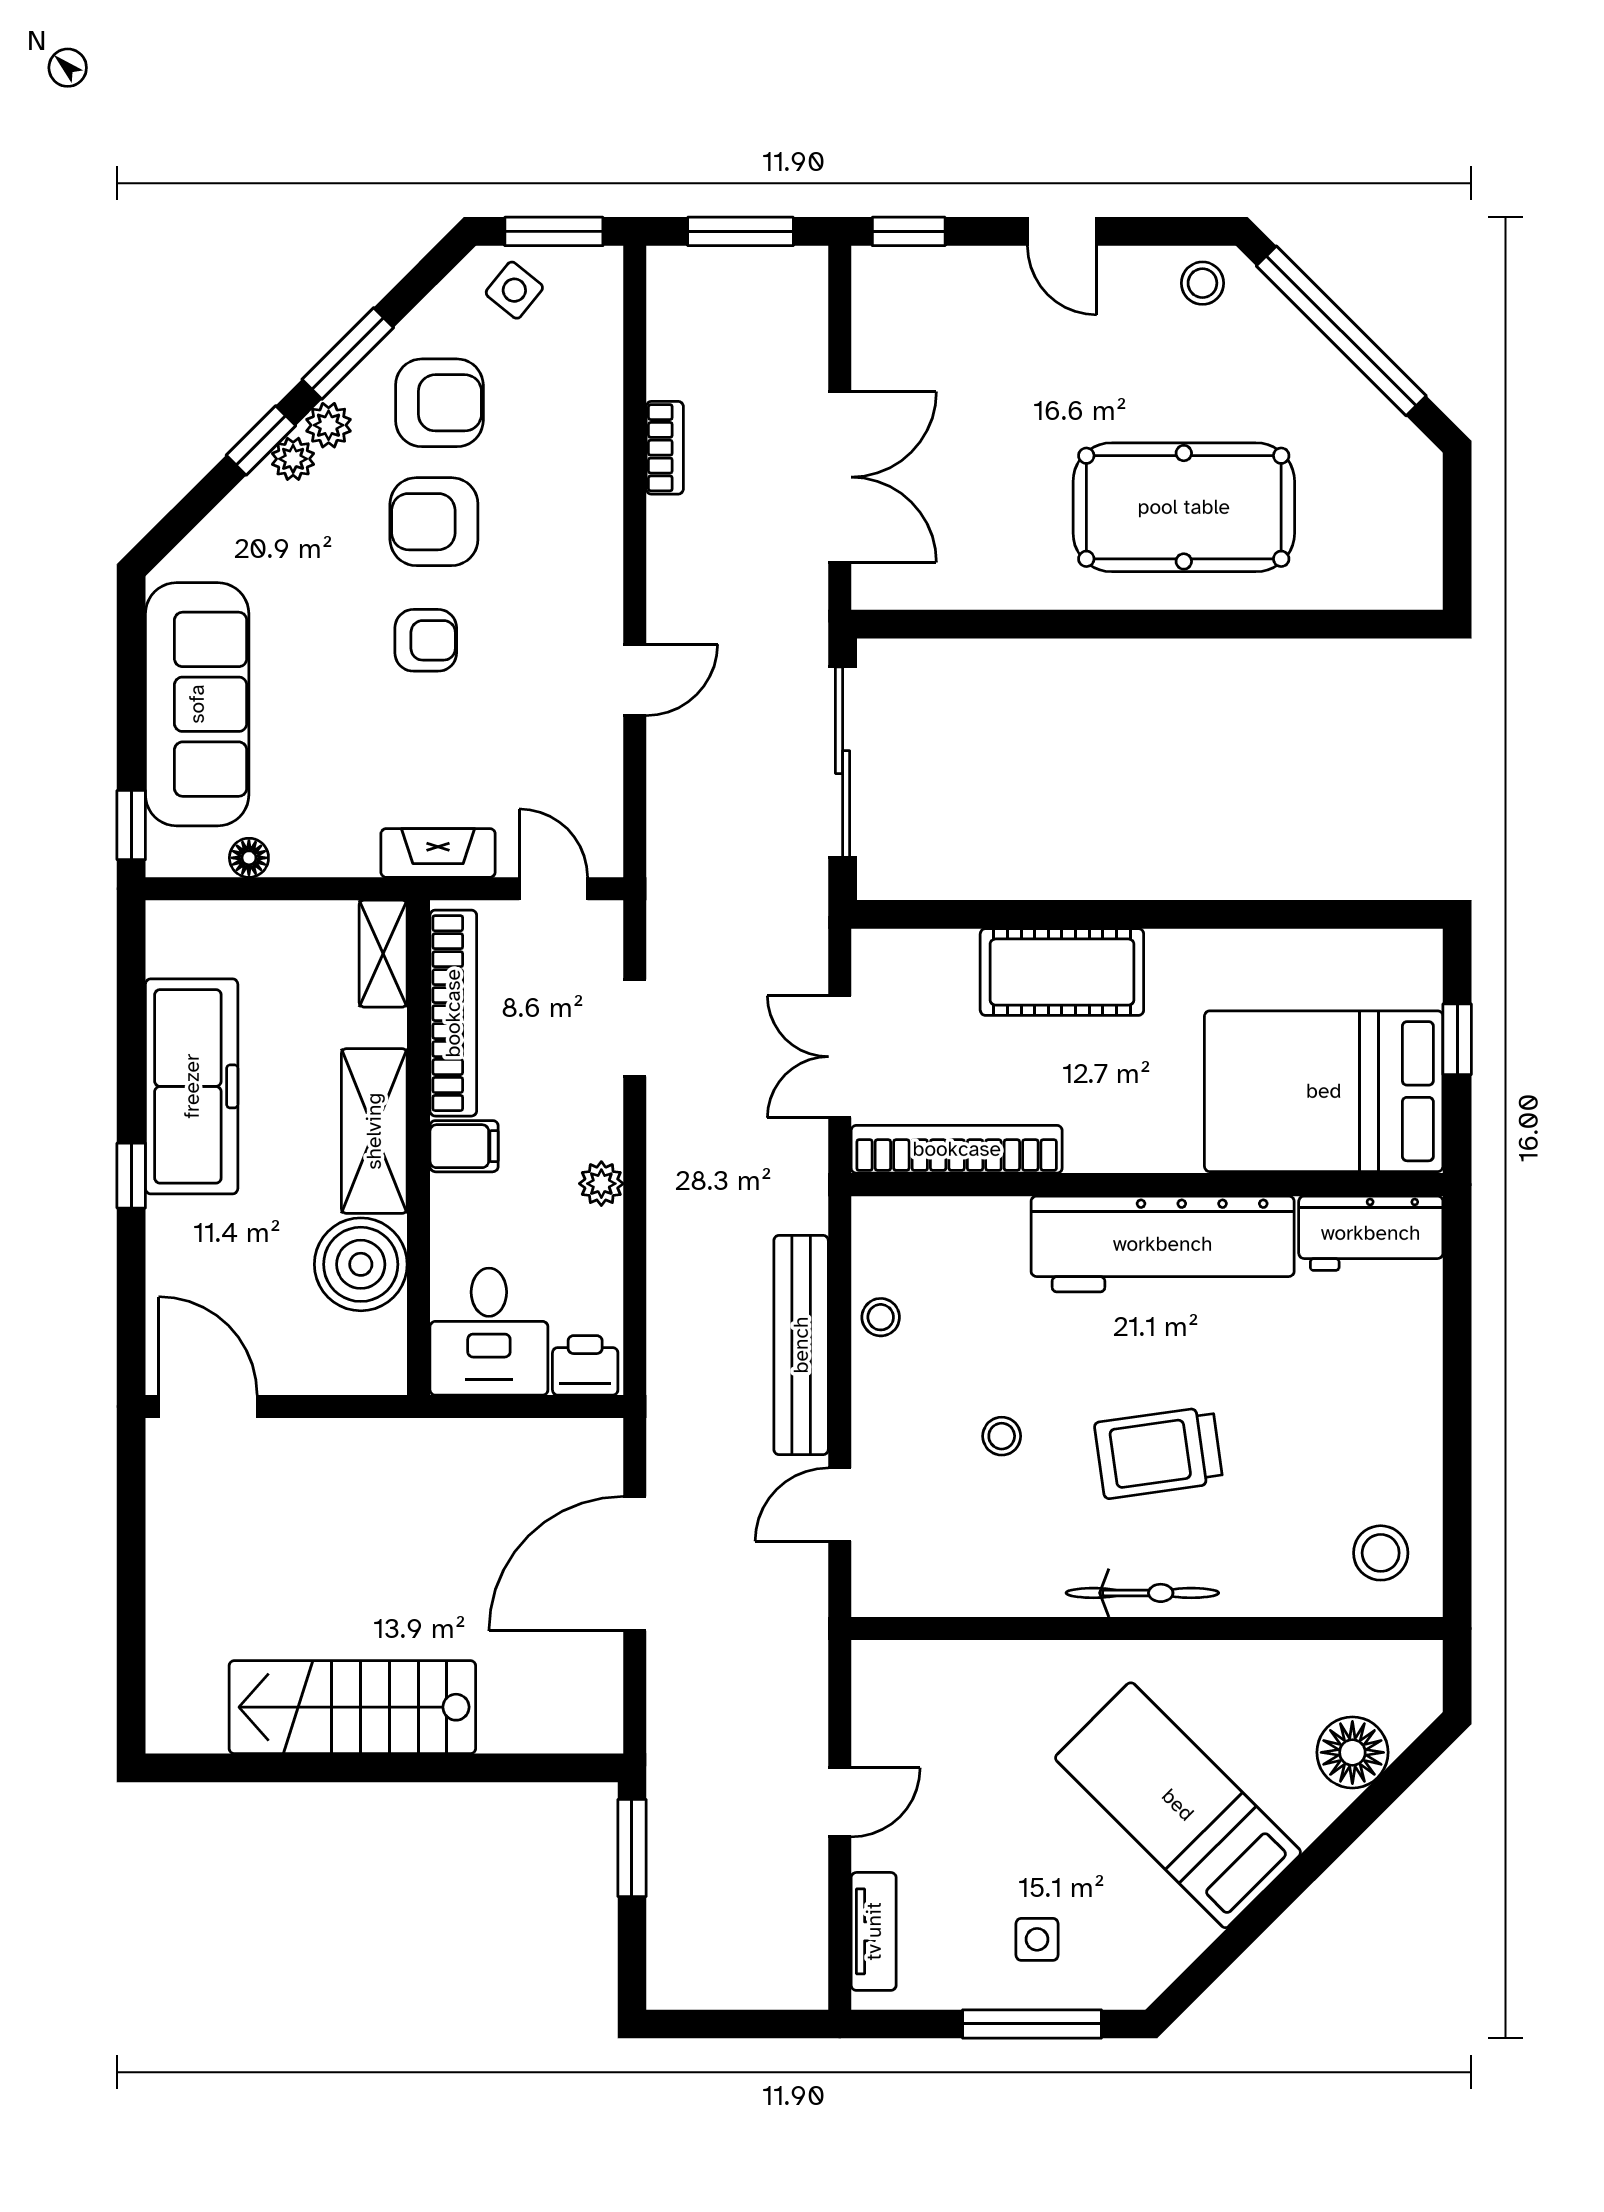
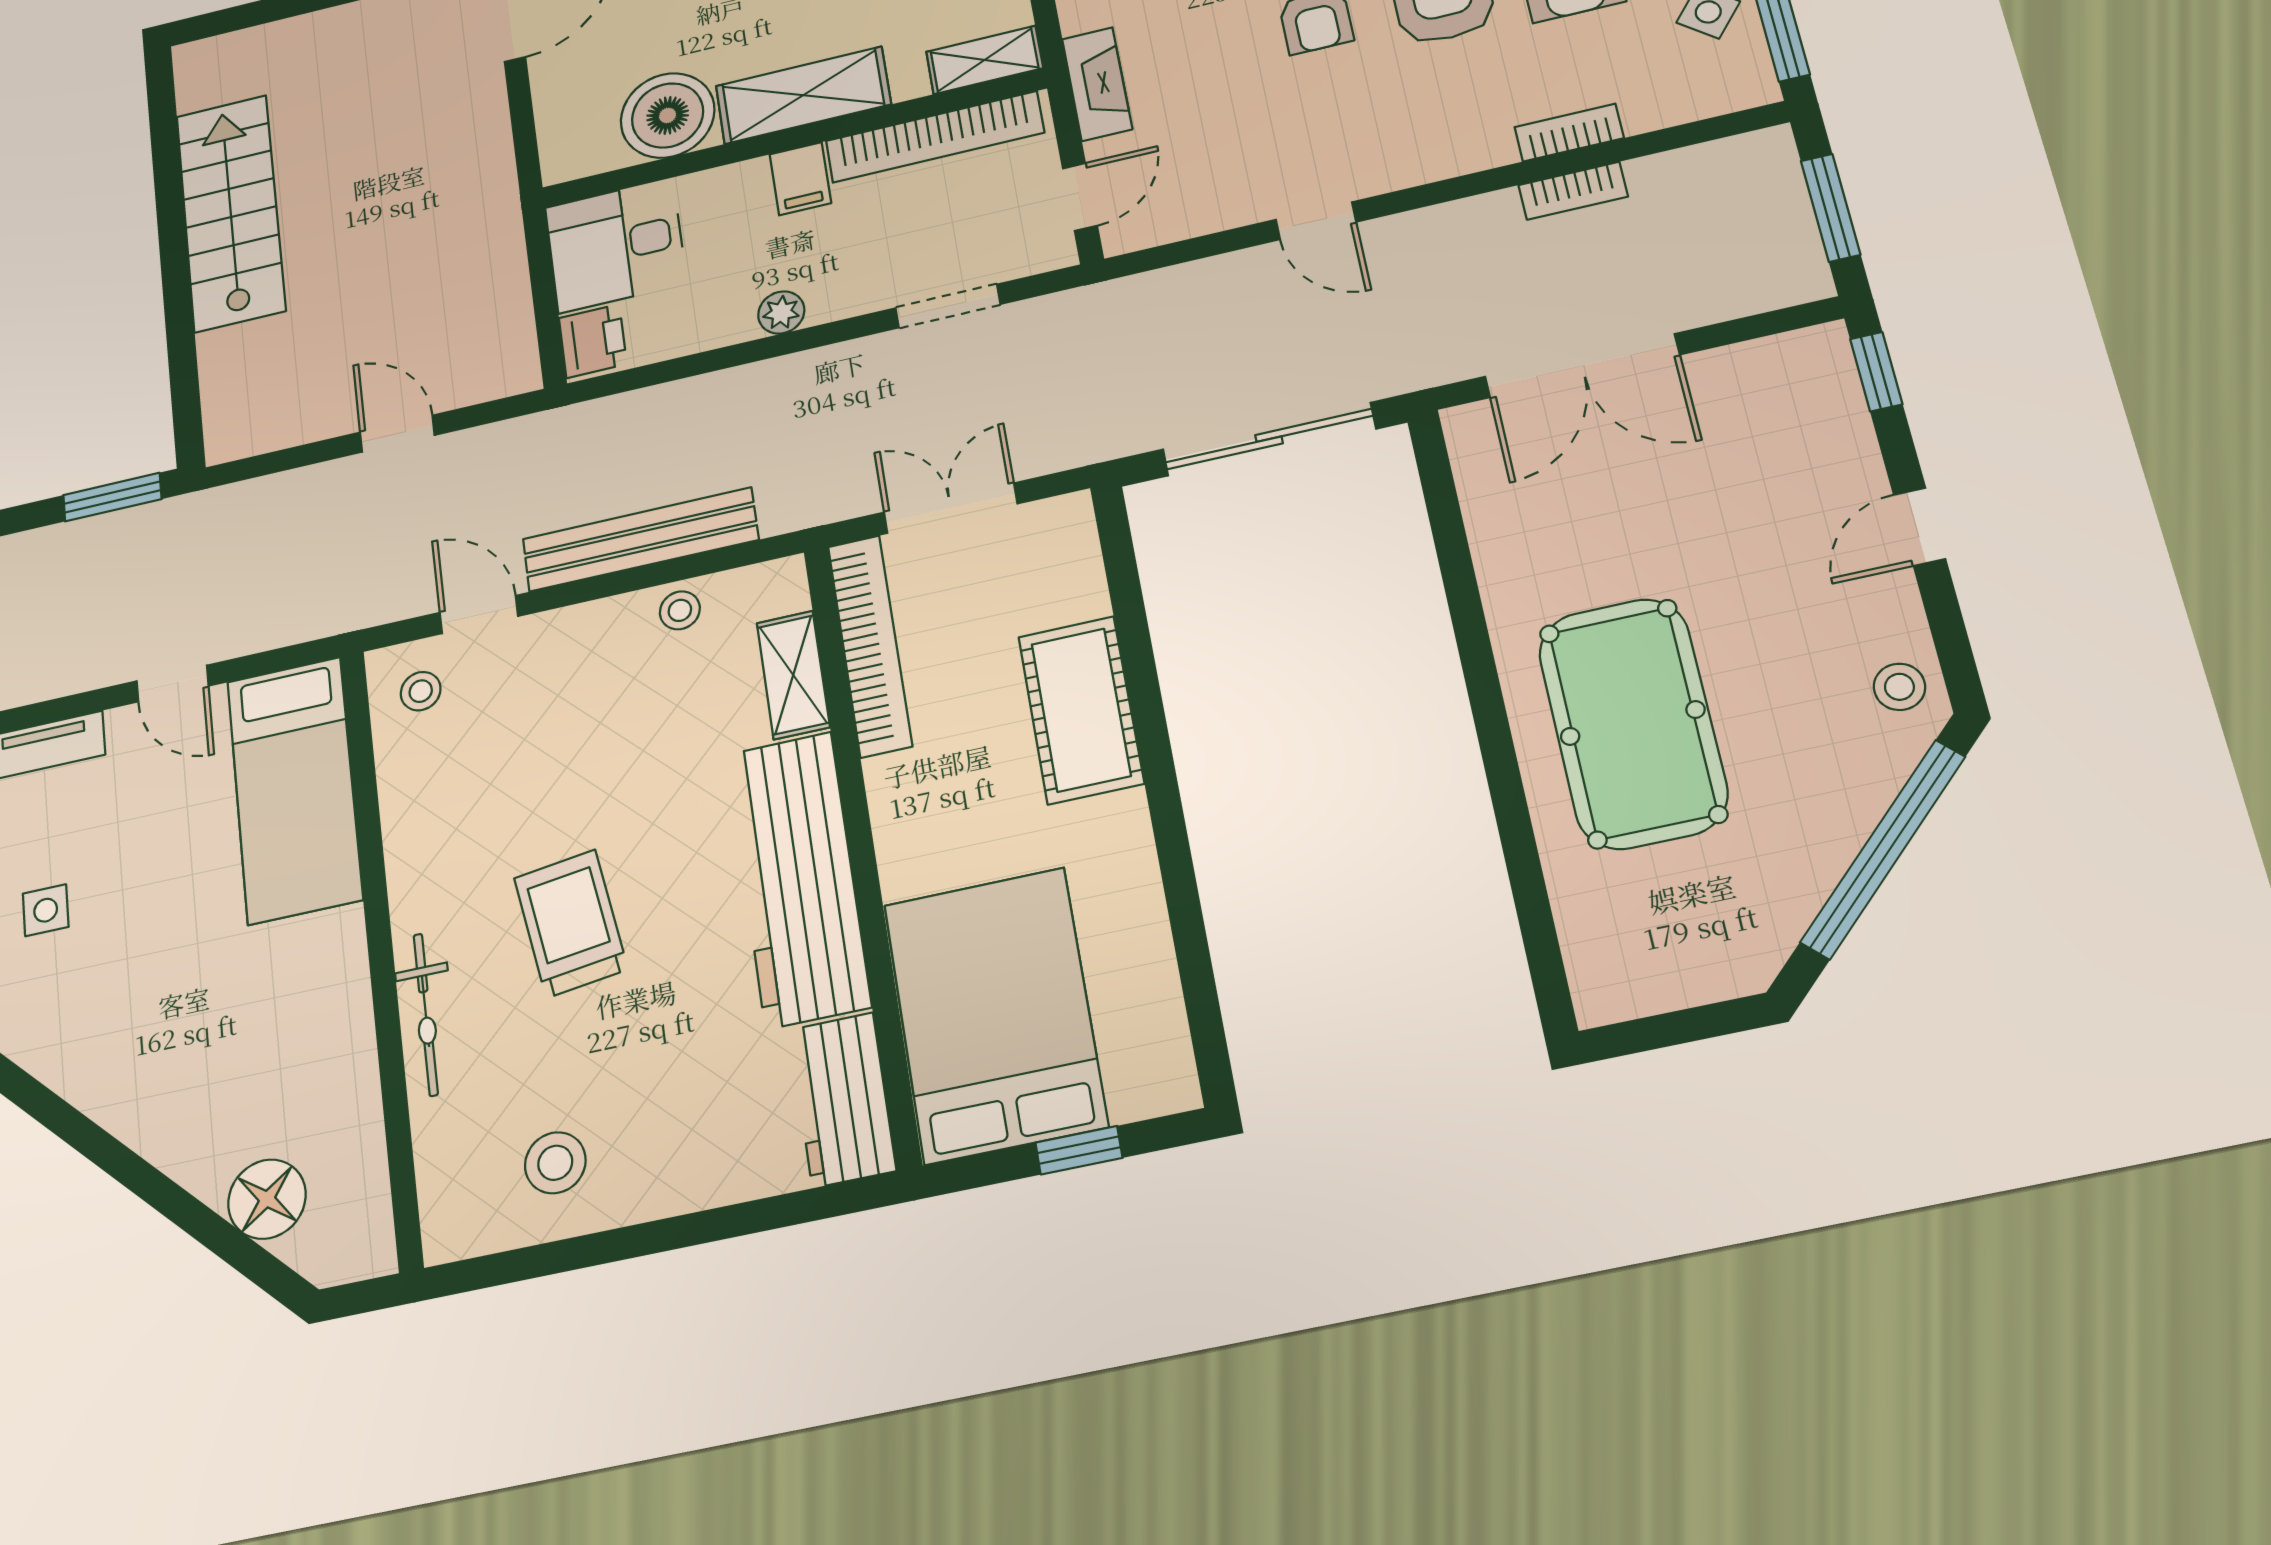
bookcase: (605, 439) -> (1569, 133), added
shelving: (969, 1222) -> (793, 675), added
stool: (1002, 1436) -> (421, 691), moved
stool: (1381, 1553) -> (555, 1163), moved
door: (635, 1564) -> (397, 434), width x0.53
bicycle: (1142, 1593) -> (426, 1014), moved
bed: (1178, 1805) -> (294, 790), moved, turned 135

